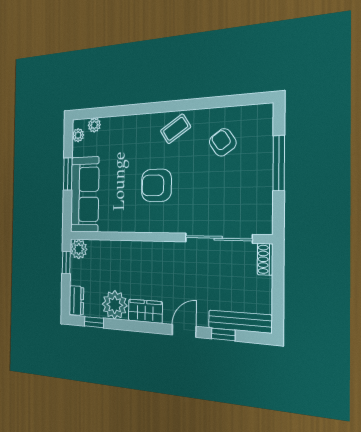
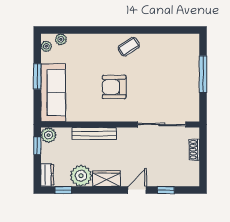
armchair: (223, 142) -> (164, 58), removed
shoe rack: (265, 259) -> (194, 150), moved
bench: (240, 322) -> (94, 134), moved

